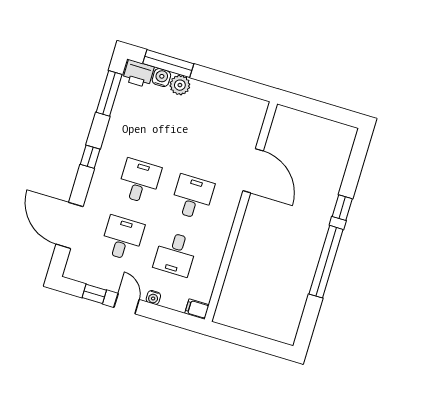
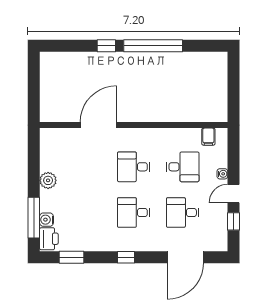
plant: (180, 85) -> (48, 180), moved
window: (109, 93) -> (71, 257), width x0.69
filing cabinet: (197, 309) -> (208, 137), moved

